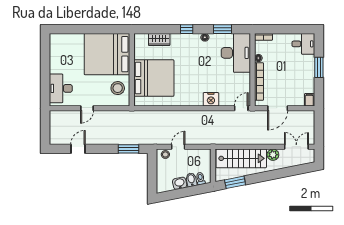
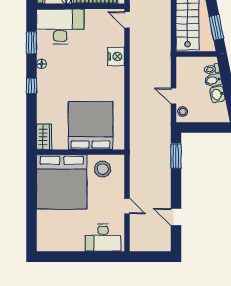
wardrobe: (159, 40) -> (44, 137), moved

